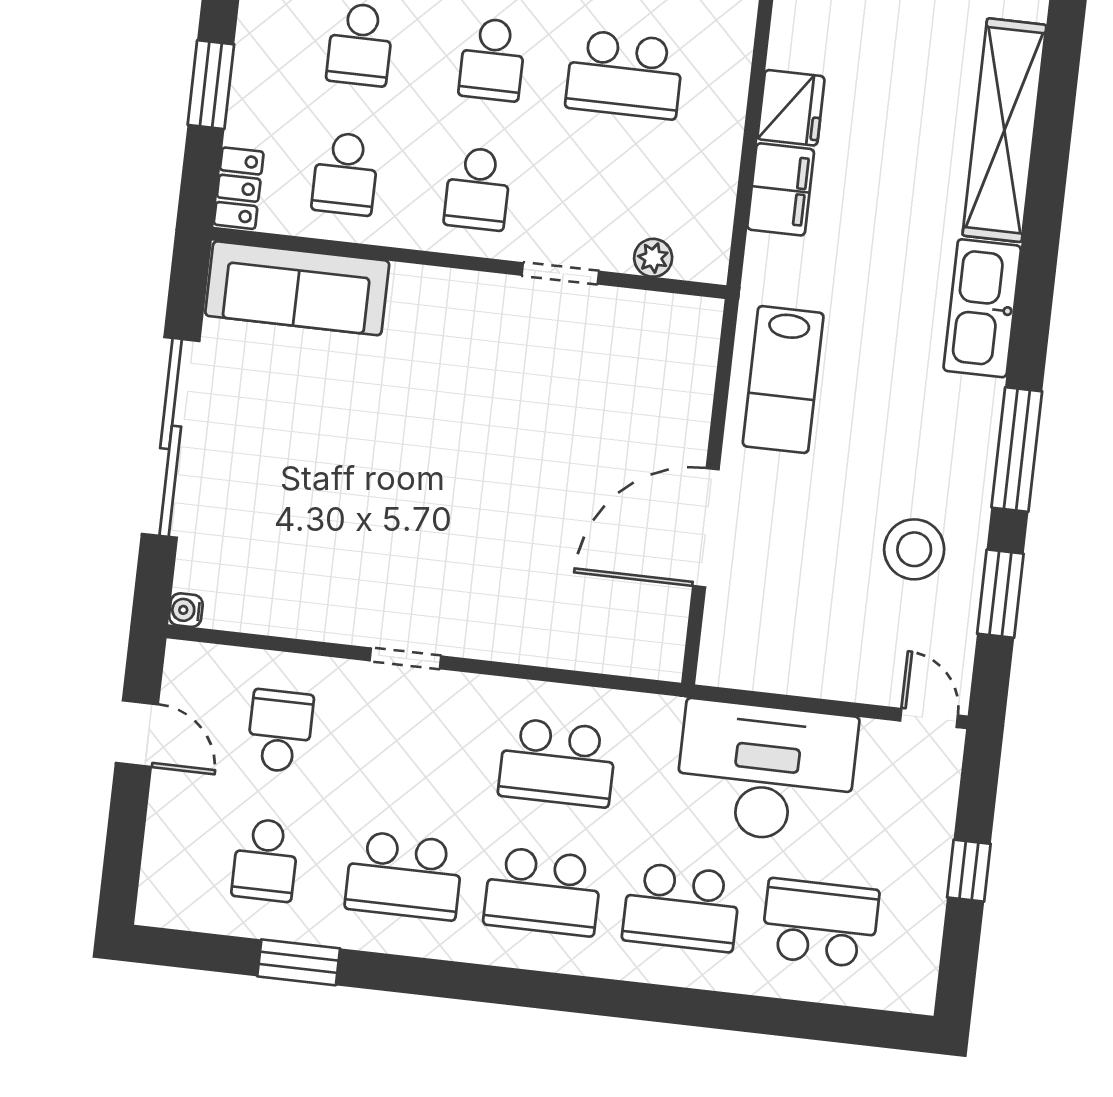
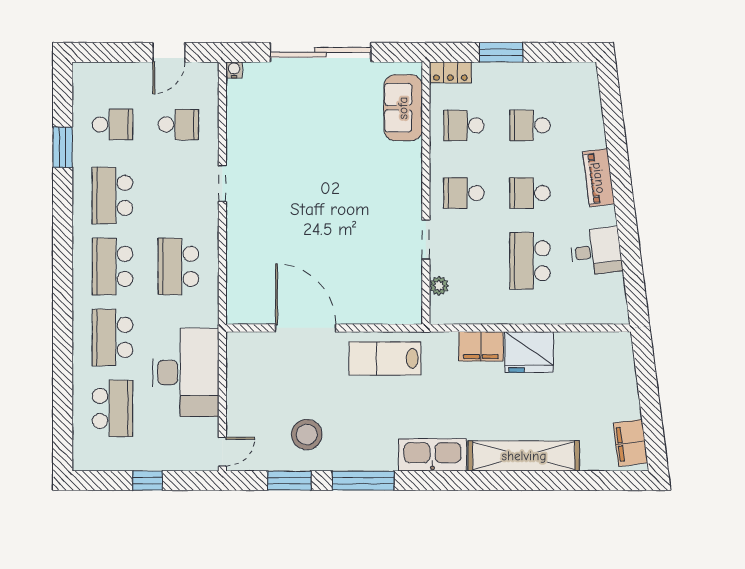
fridge: (791, 108) -> (529, 352), width x1.36, depth x1.34
sofa: (297, 288) -> (403, 108), width x0.73
school desk: (265, 860) -> (112, 124), turned 180

